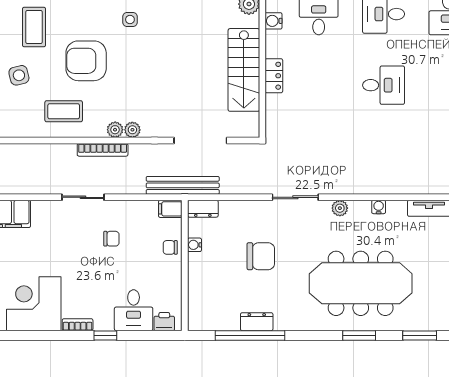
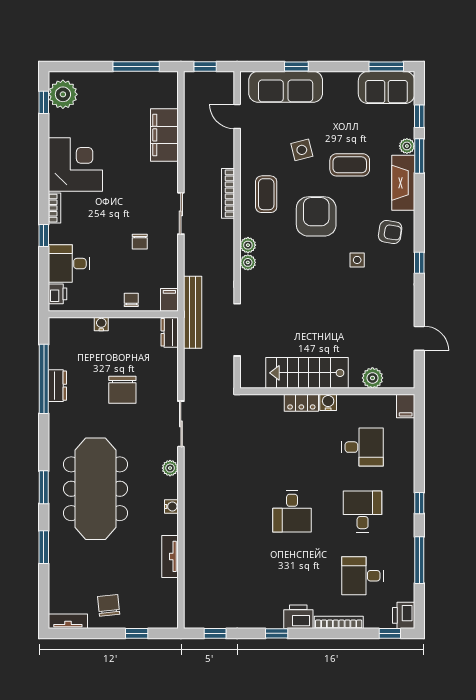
water cooler: (274, 21) -> (328, 402), moved
bookcase: (103, 150) -> (228, 193), moved
water cooler: (194, 245) -> (101, 324), moved

